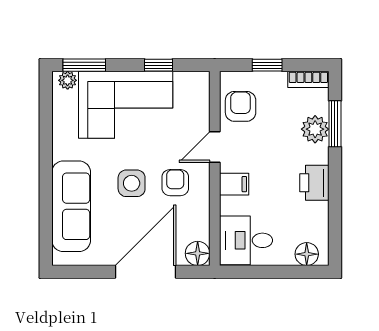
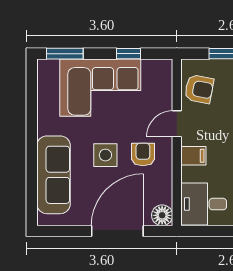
plant: (68, 80) -> (50, 67), removed
armchair: (241, 106) -> (199, 89), turned 101

